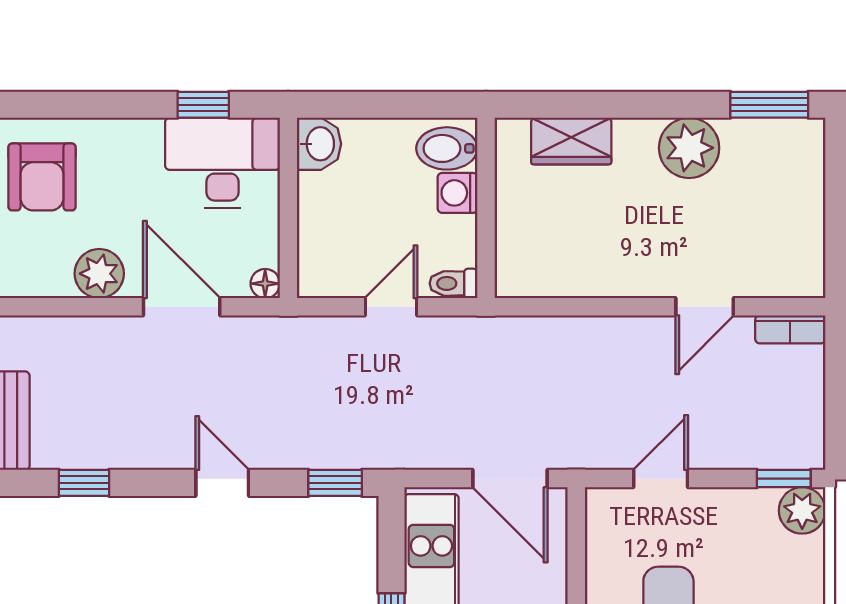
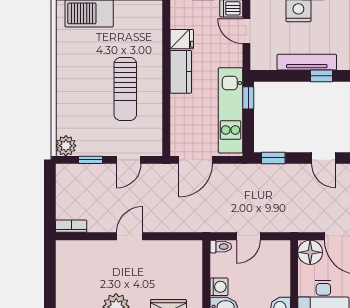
floor lamp: (265, 284) -> (310, 252), width x1.89, depth x1.89
door: (705, 307) -> (130, 236), moved
door: (510, 479) -> (196, 160), swing flipped
window: (784, 479) -> (90, 160), moved

